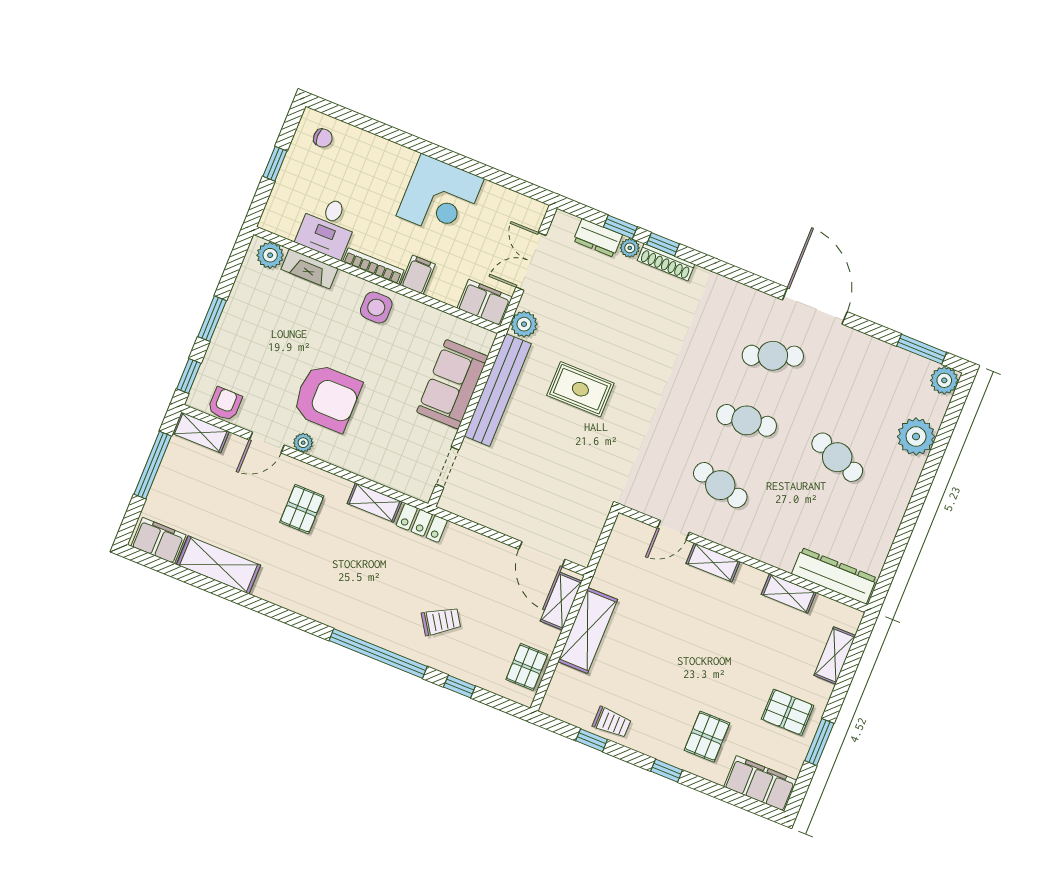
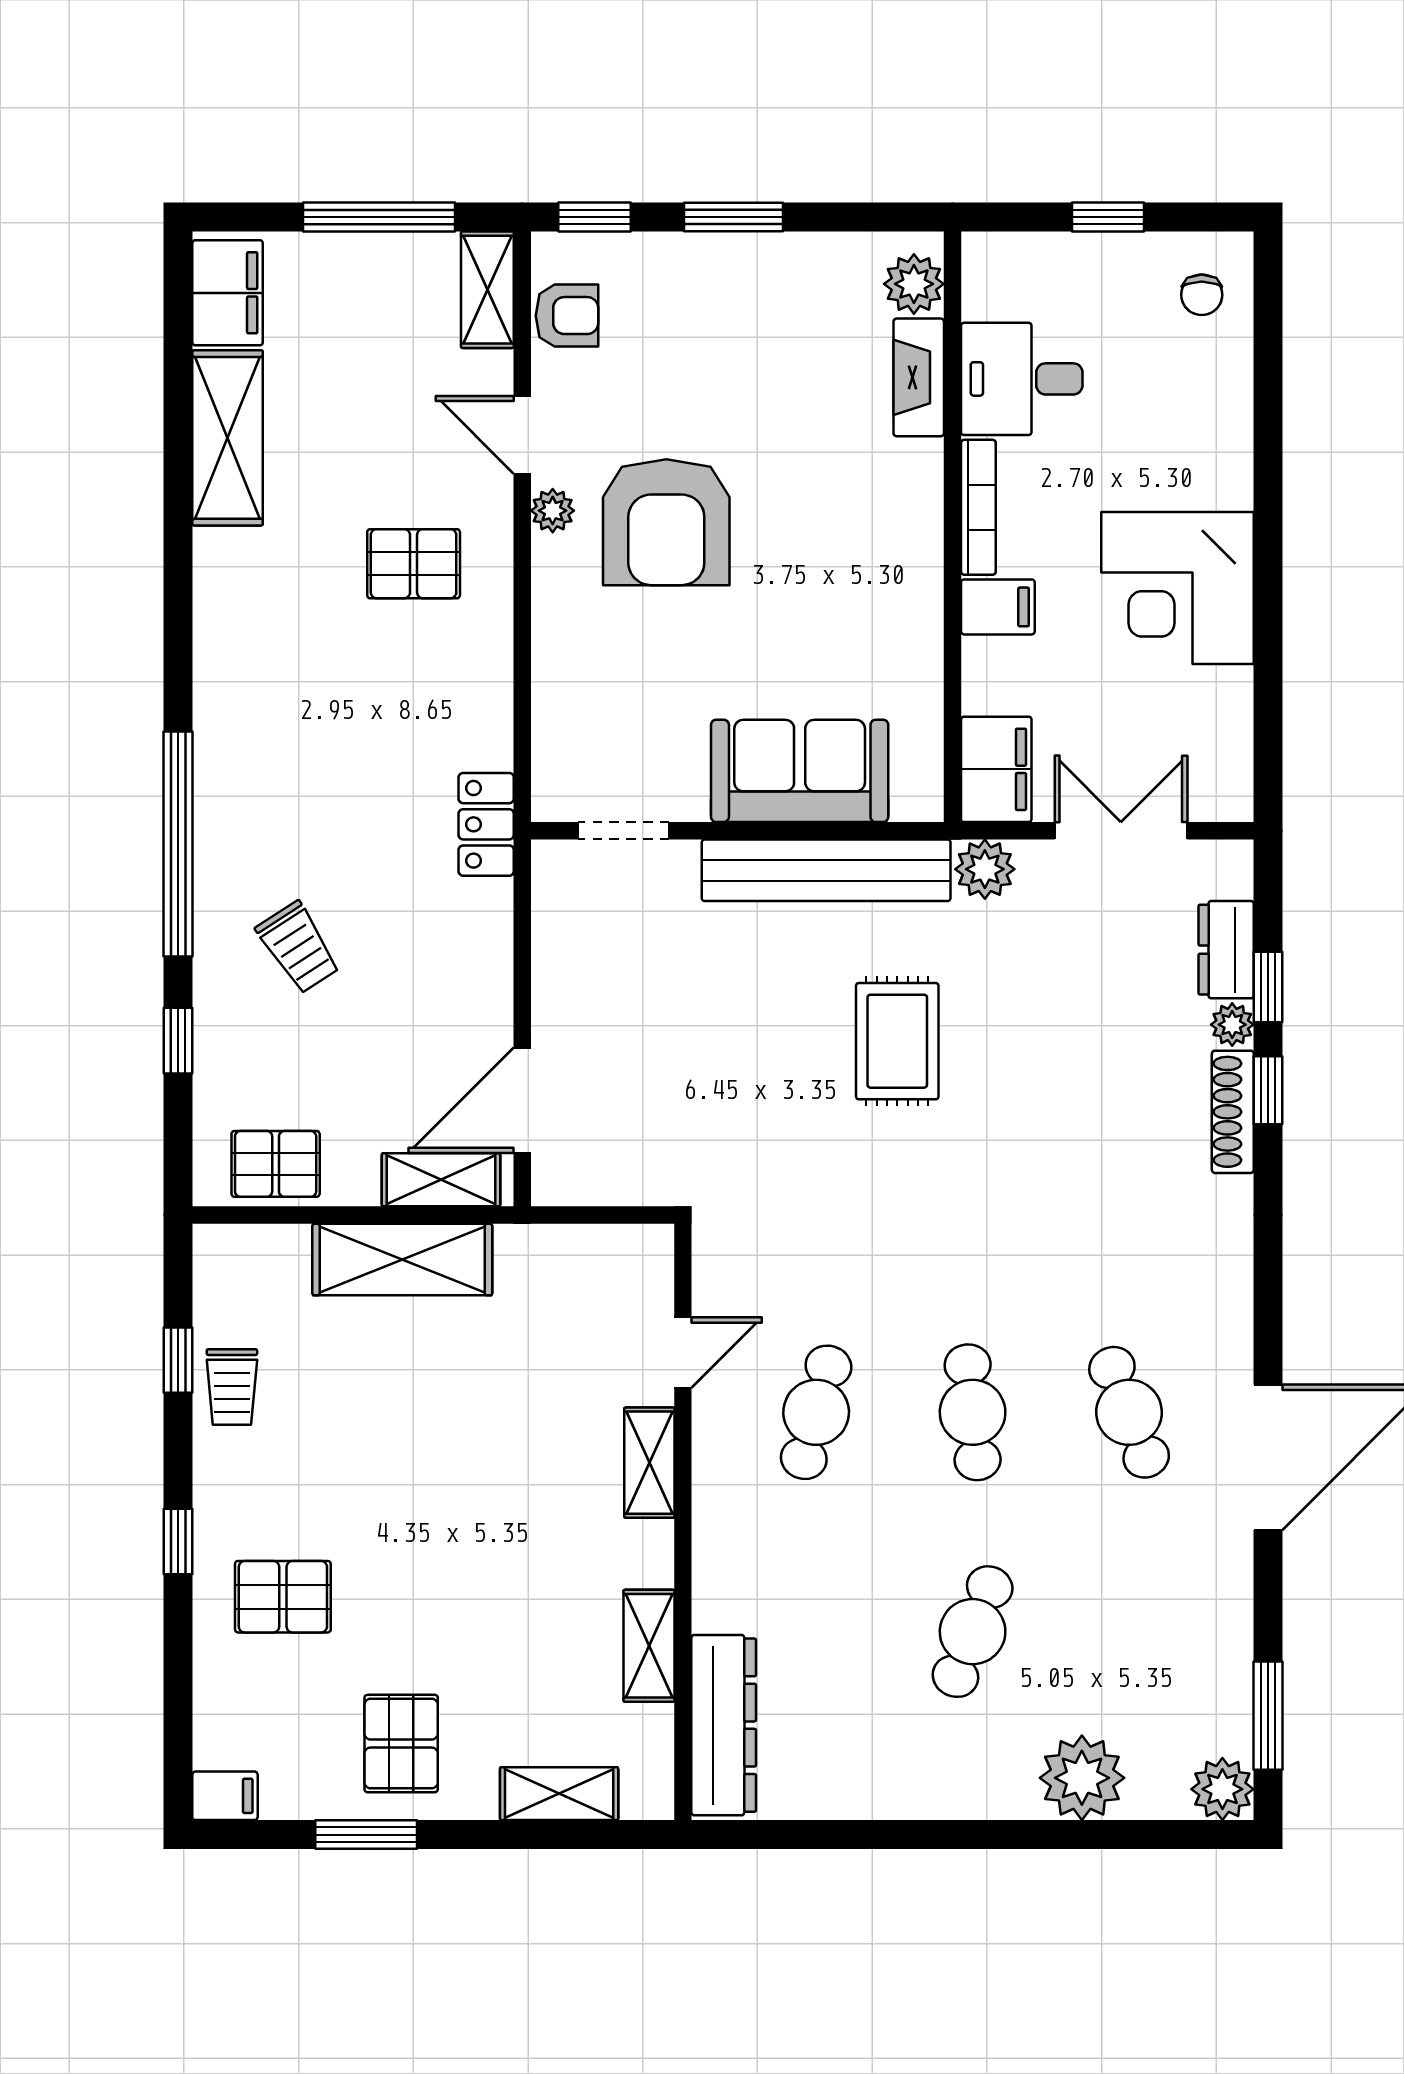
side table: (376, 307) -> (895, 548), removed
shelving: (374, 503) -> (488, 709), removed
door: (673, 530) -> (683, 1353), swing flipped
filing cabinet: (760, 783) -> (225, 1796), width x0.33, depth x0.86

